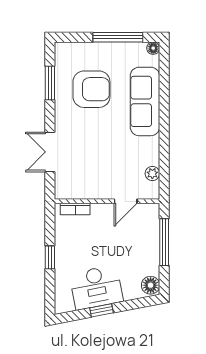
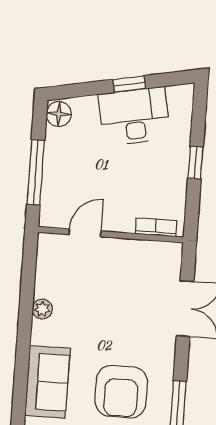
armchair: (91, 89) -> (121, 392), turned -90
sofa: (145, 101) -> (47, 382), width x0.73
plant: (152, 173) -> (42, 309), moved

